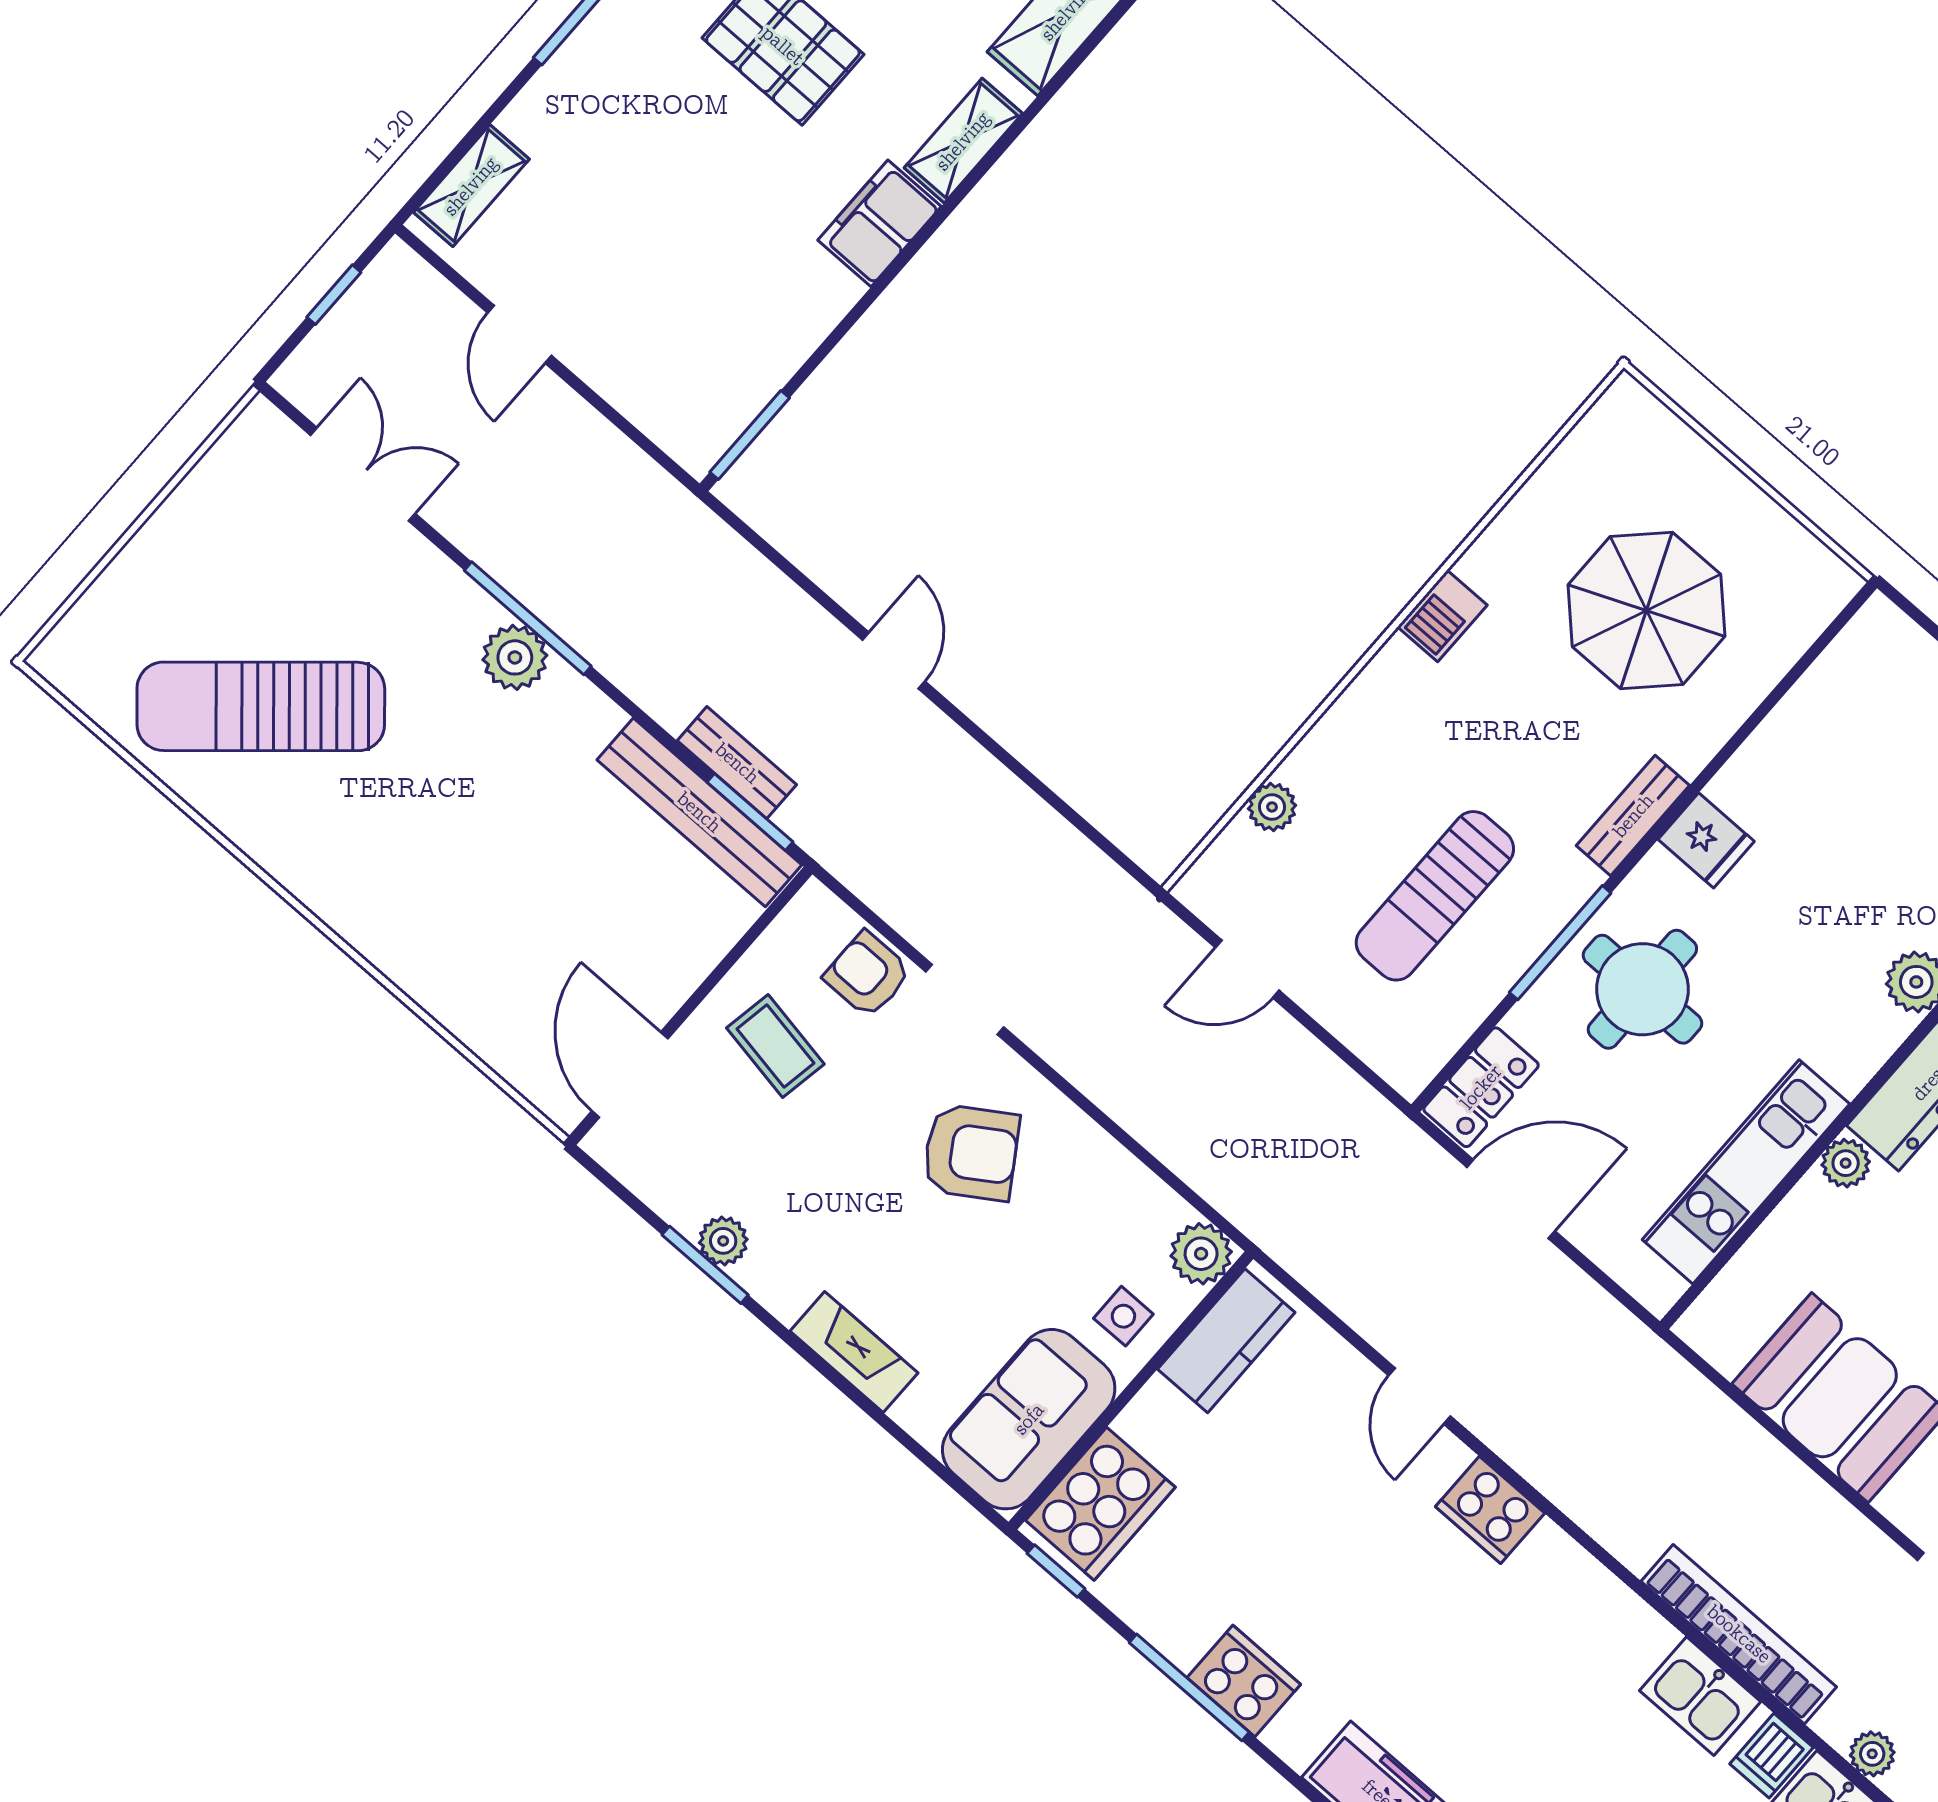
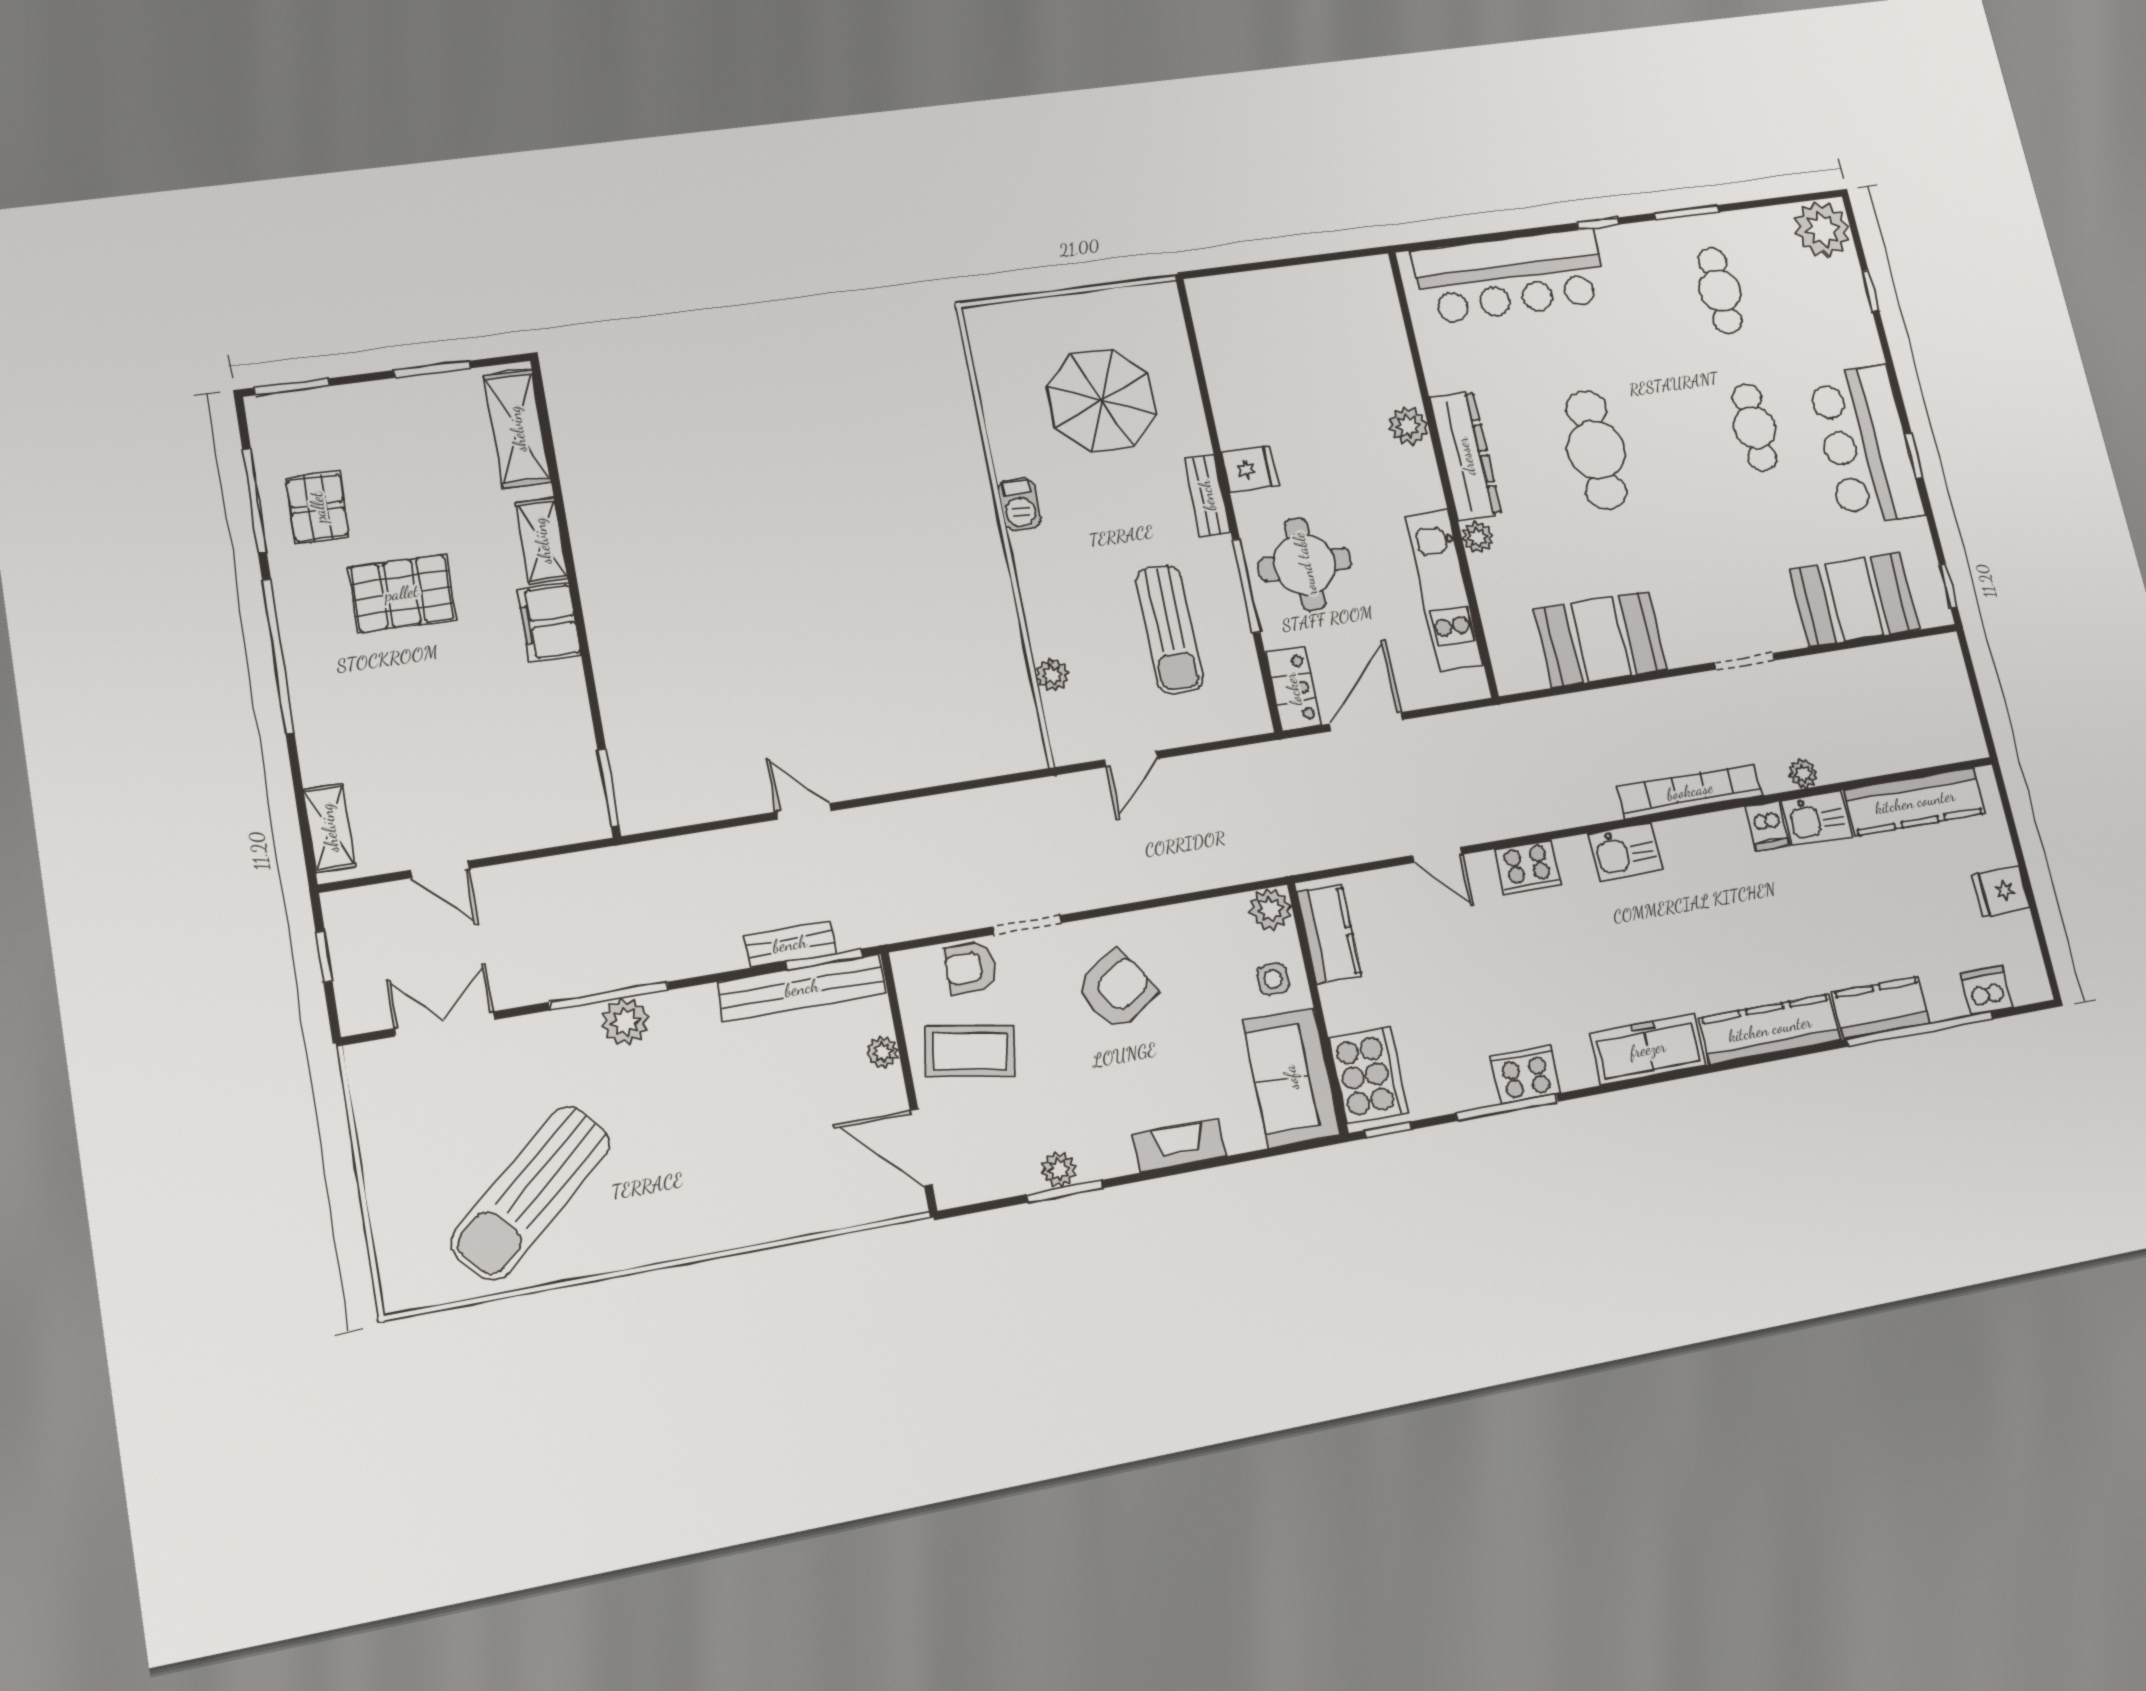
plant: (699, 953) -> (883, 1052), added
coffee table: (775, 1046) -> (970, 1051), width x1.36, depth x1.30
kitchen sink: (1700, 1696) -> (1625, 852), moved

